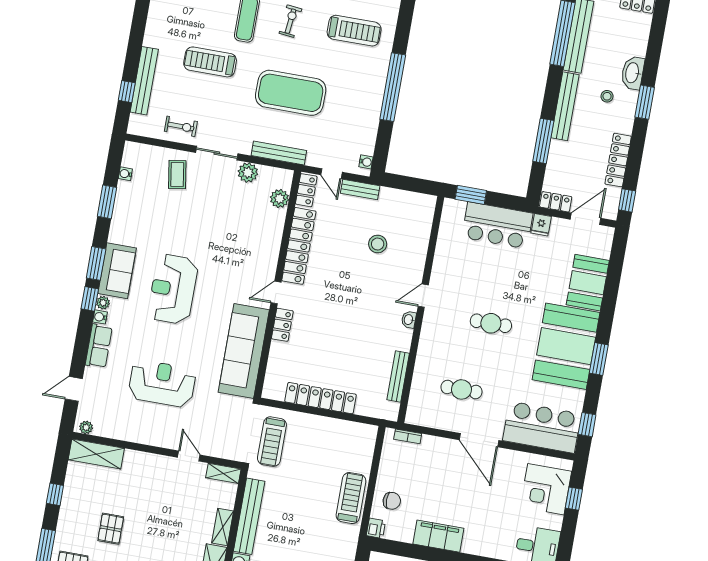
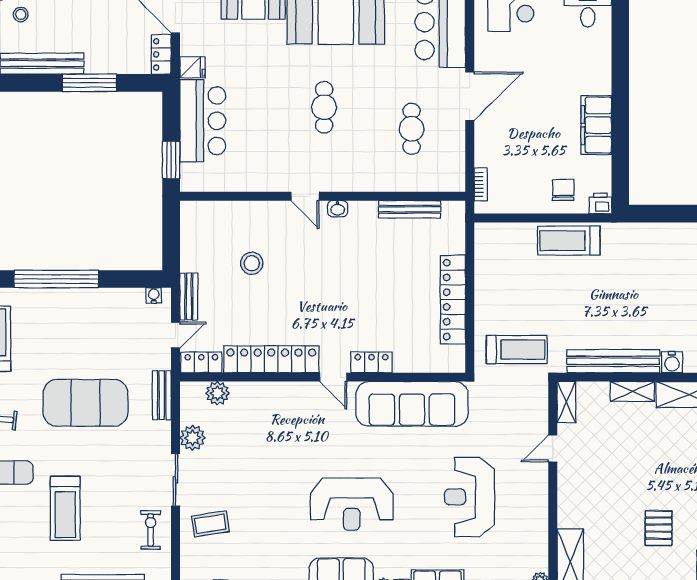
exercise mat: (291, 93) -> (85, 403), turned 90
bench: (279, 153) -> (162, 395), width x0.73
pallet: (111, 529) -> (659, 528), turned 90

